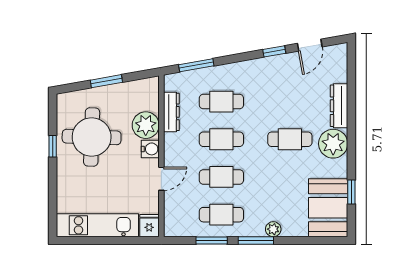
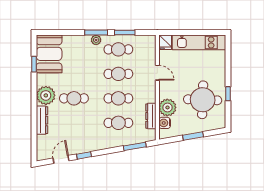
water cooler: (150, 149) -> (165, 123), moved
door: (161, 179) -> (157, 73), swing flipped
plant: (273, 229) -> (96, 40), moved

